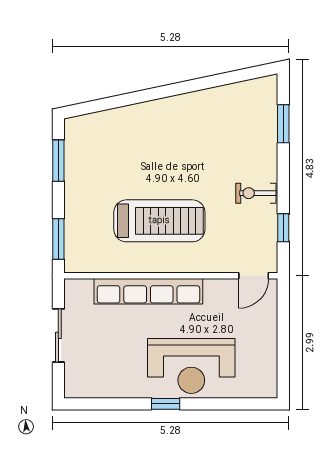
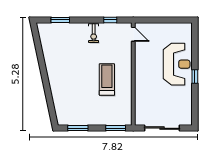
treadmill: (159, 221) -> (107, 79), width x0.73, depth x0.73
row of seats: (148, 291) -> (141, 85), removed
sliding door: (58, 335) -> (162, 128), width x1.37

